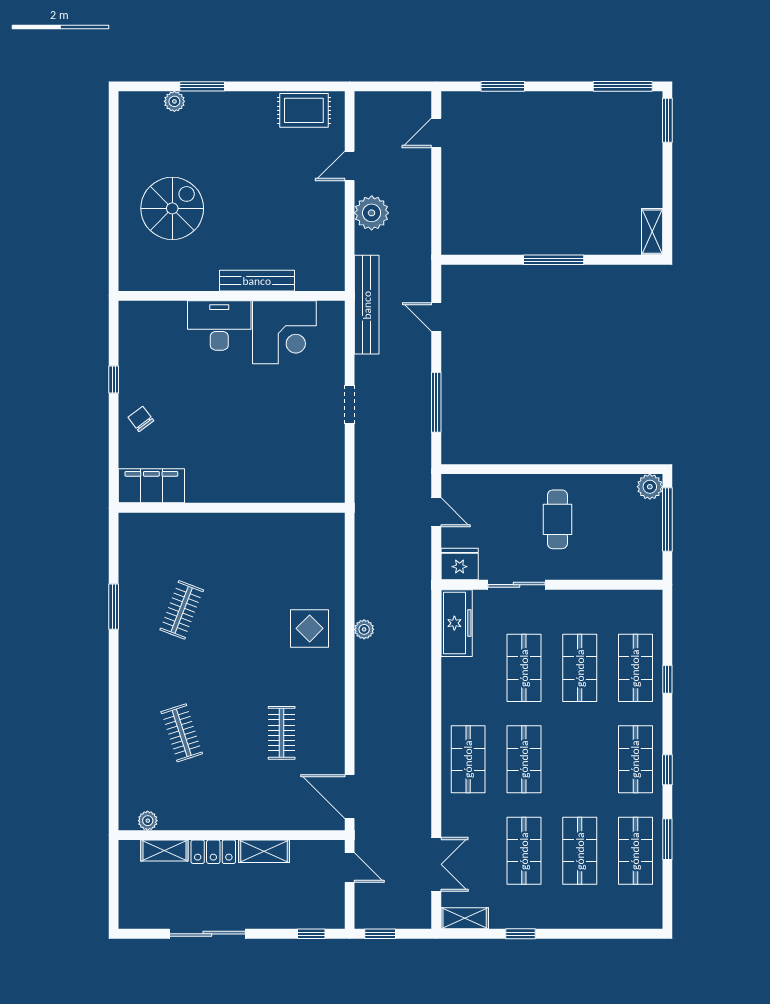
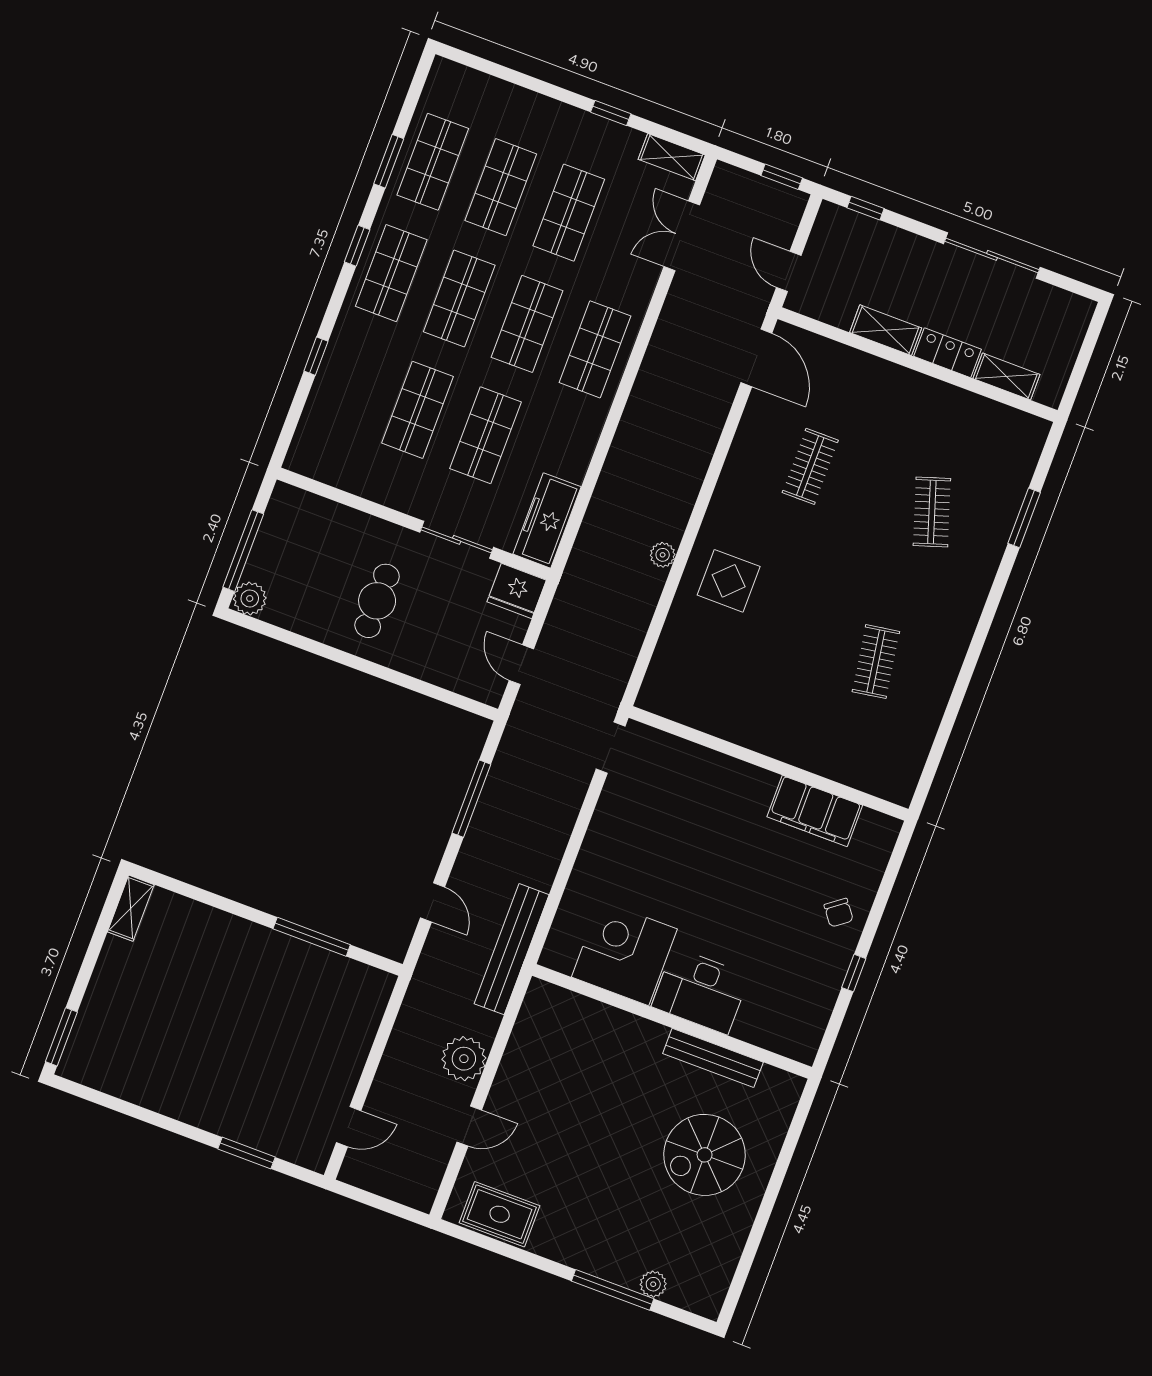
window: (202, 86) -> (613, 1290), width x1.44
window: (623, 86) -> (101, 1098), removed
window: (554, 260) -> (312, 937), moved
bench: (257, 281) -> (713, 1058), moved
doorway: (350, 404) -> (611, 748), moved
filing cabinet: (151, 486) -> (815, 811), moved
window: (114, 607) -> (1024, 518), moved
clothes rail: (182, 610) -> (876, 662), turned -30
shop shelf: (635, 668) -> (459, 299), moved
plant: (148, 821) -> (1013, 420), removed

